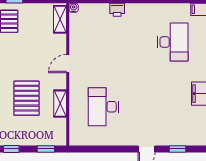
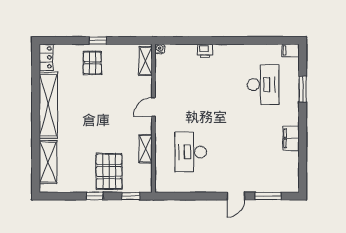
pallet: (27, 98) -> (109, 171), moved
window: (177, 149) -> (268, 196), width x1.50

